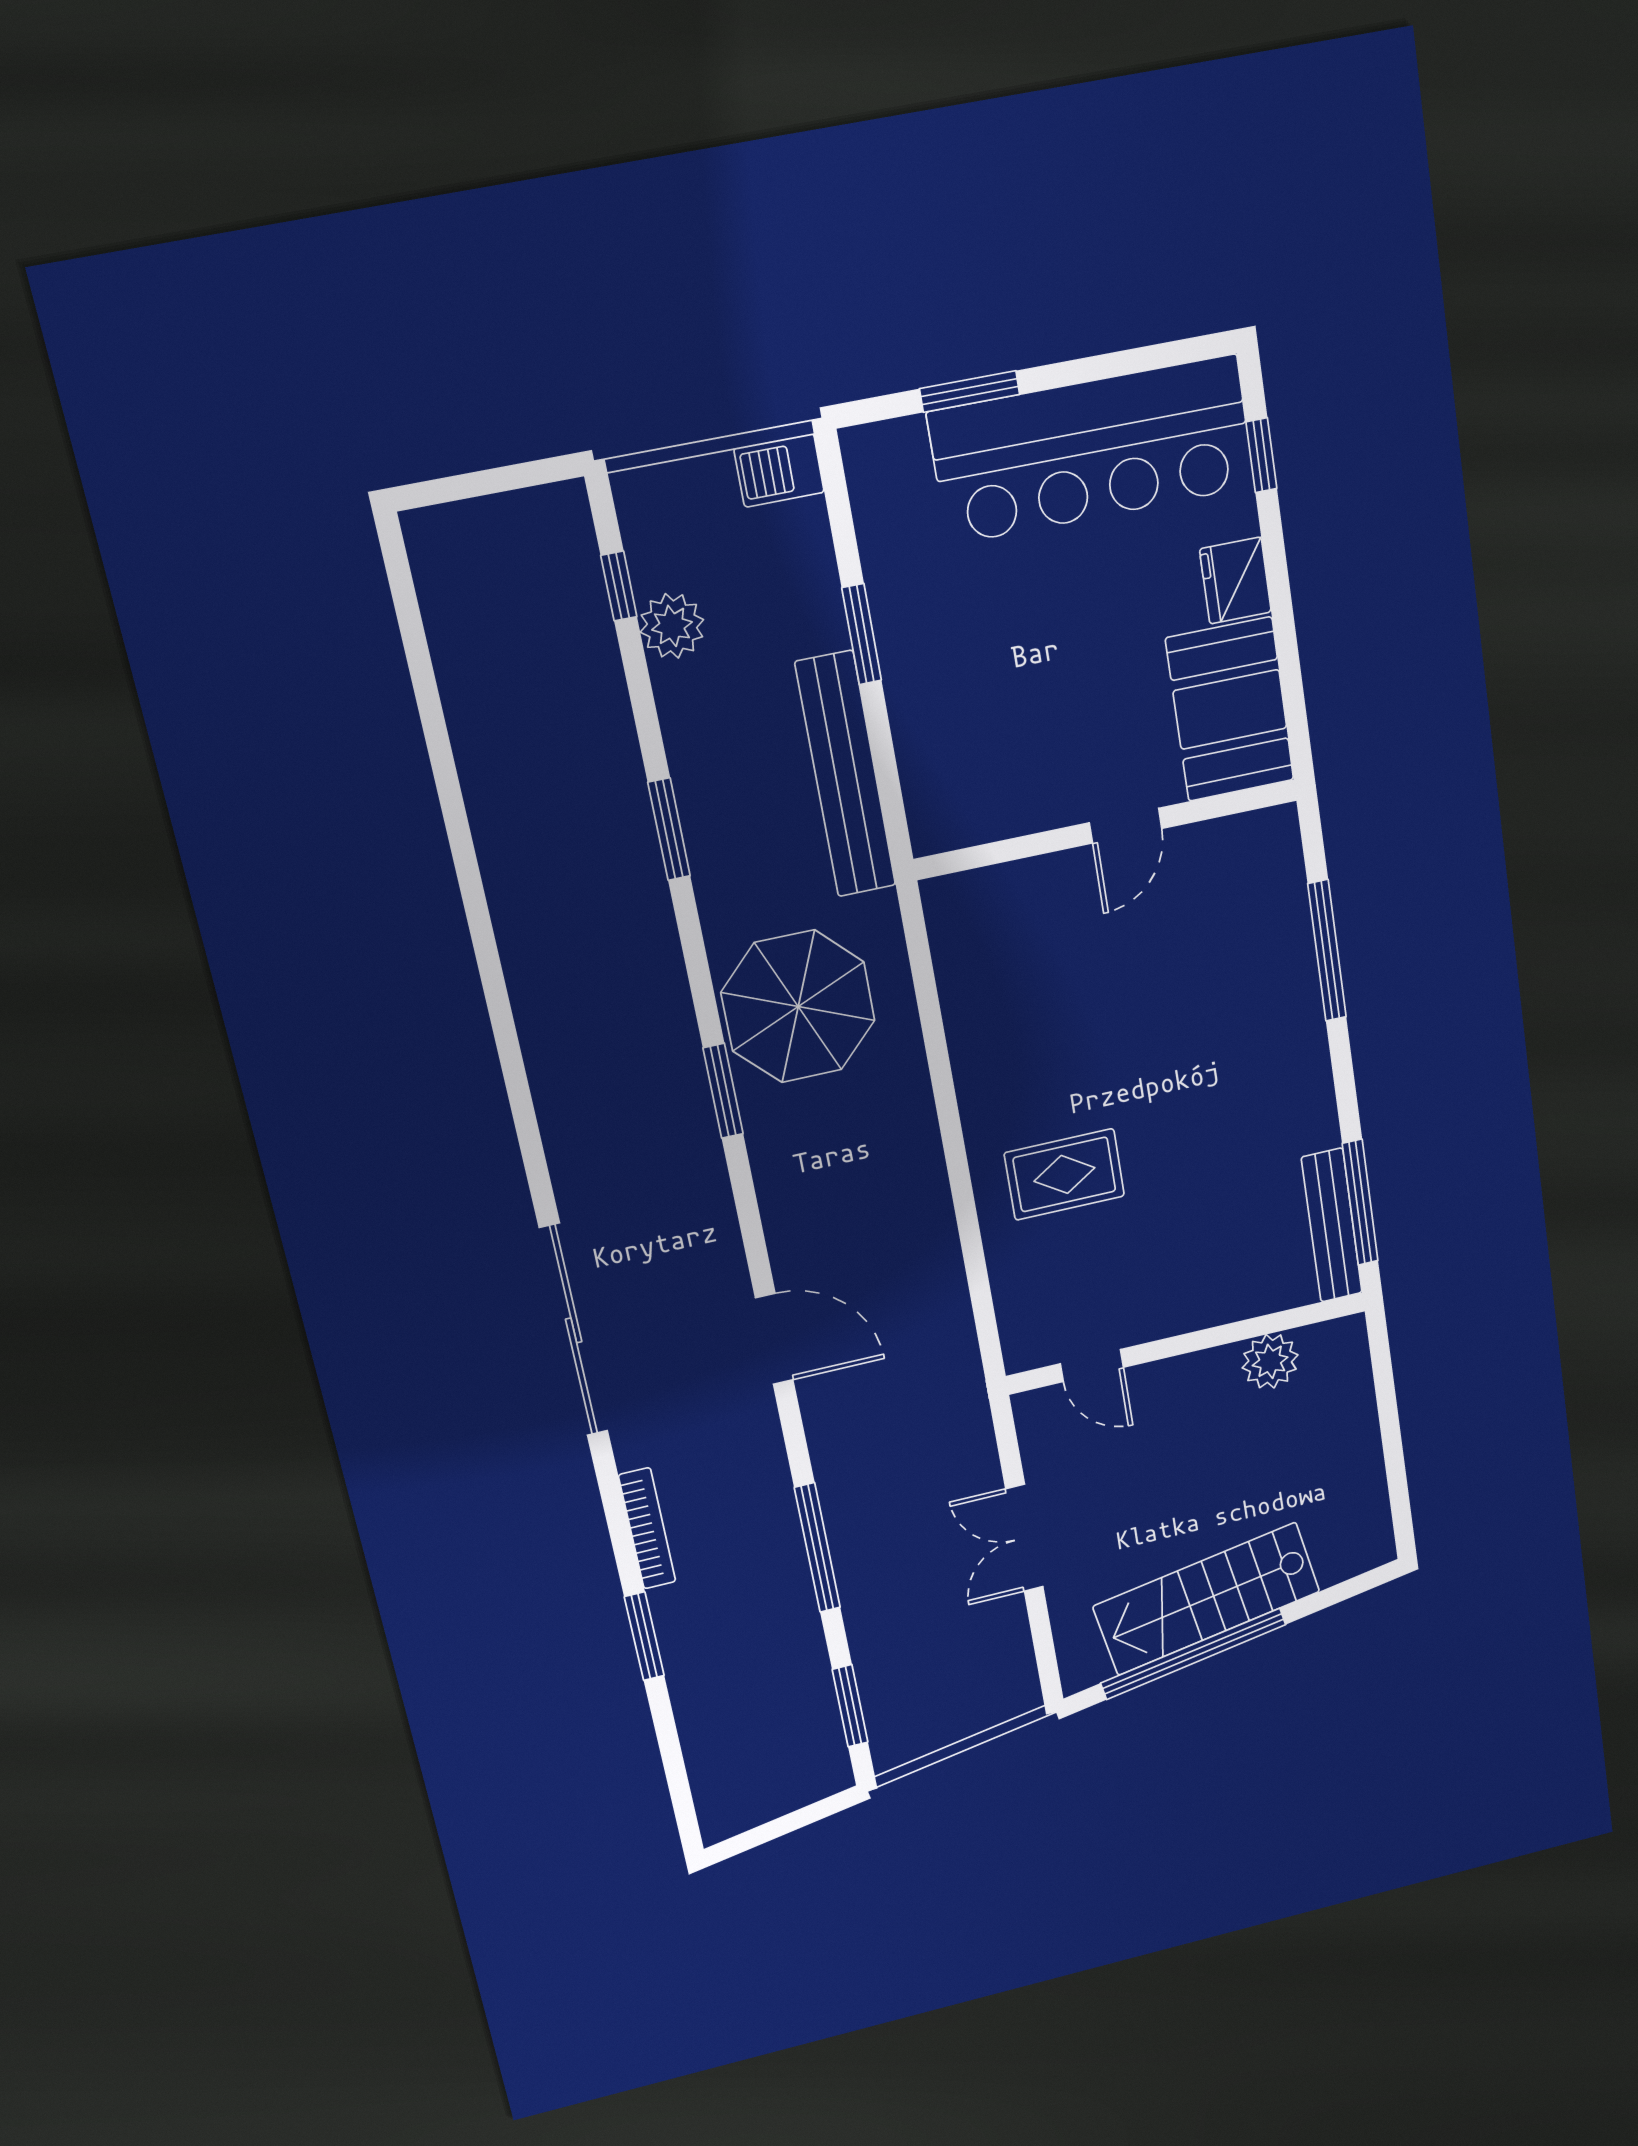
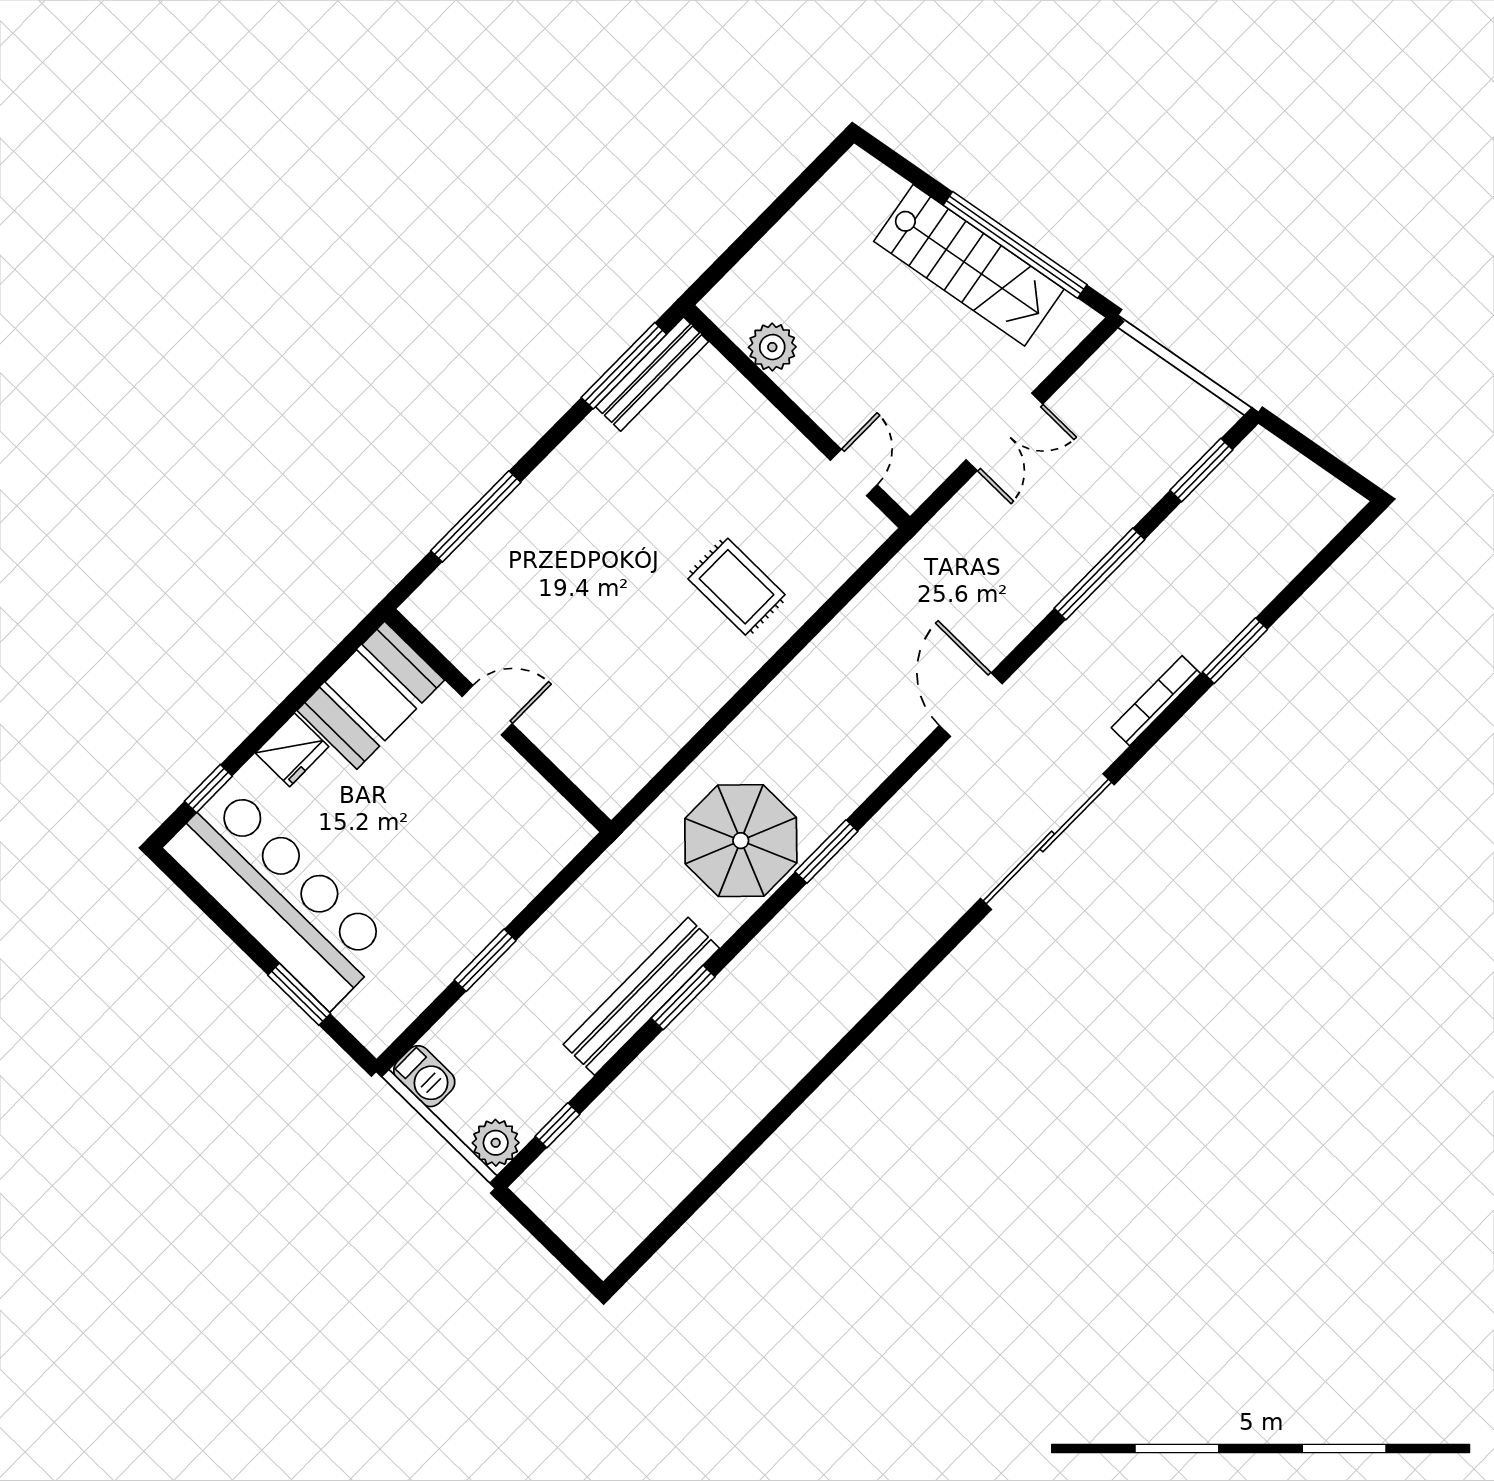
plant: (672, 626) -> (496, 1143), moved
bench: (846, 775) -> (641, 996), moved

